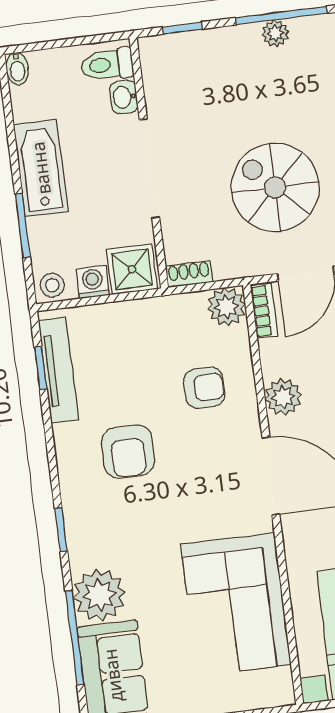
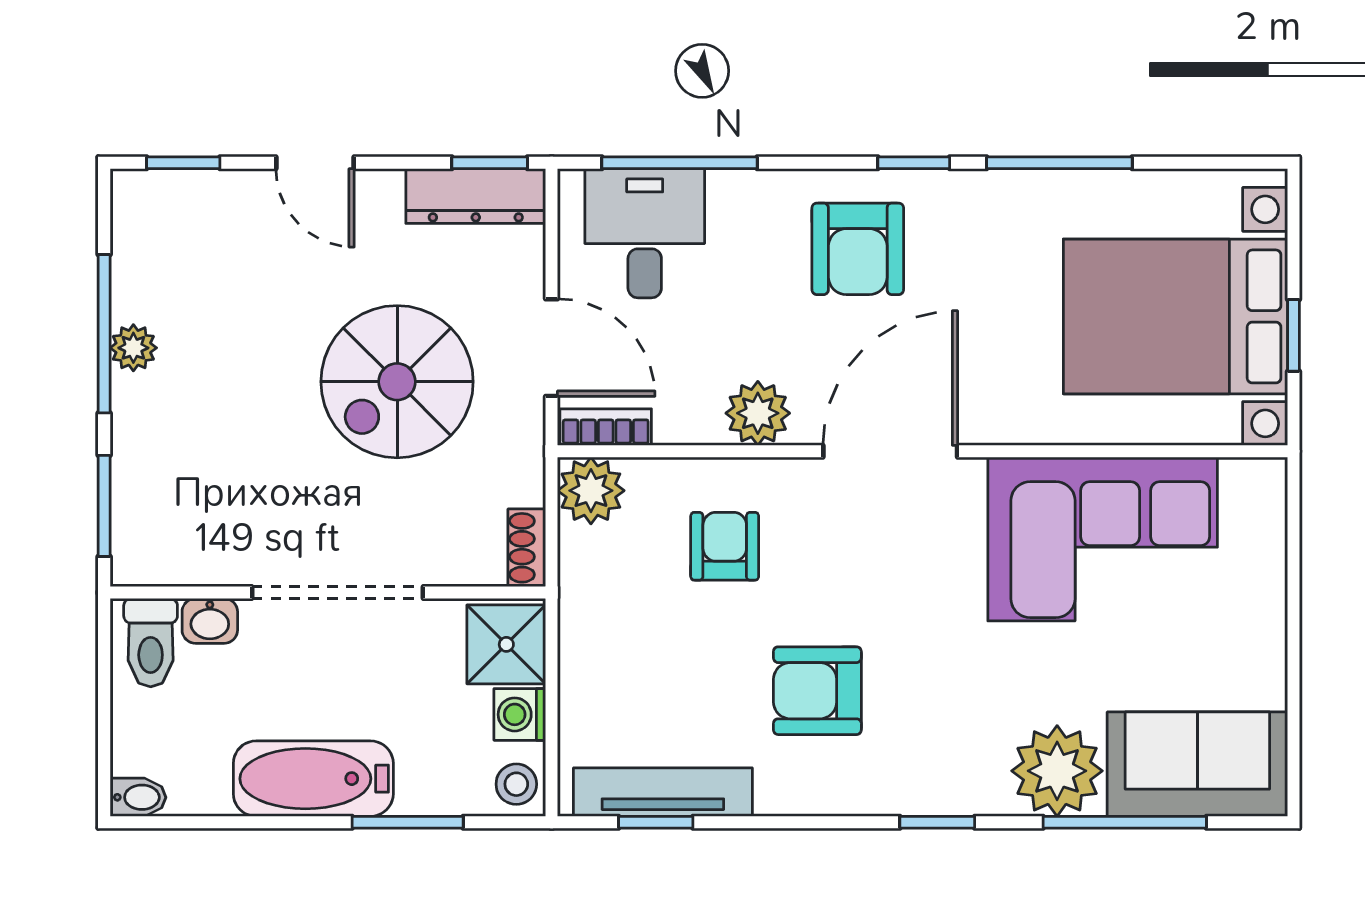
window: (182, 28) -> (104, 506), width x1.50
armchair: (128, 451) -> (817, 691), turned 180

